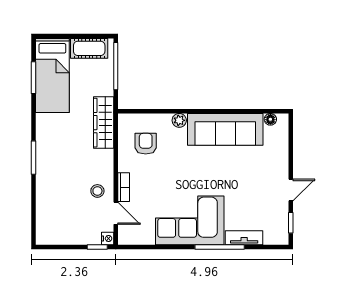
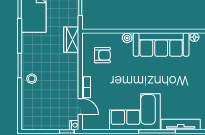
wardrobe: (104, 123) -> (71, 40), width x0.67
armchair: (146, 144) -> (102, 55), turned 90
stool: (97, 191) -> (32, 79), moved
tv unit: (244, 238) -> (181, 124), width x1.41

